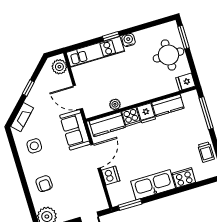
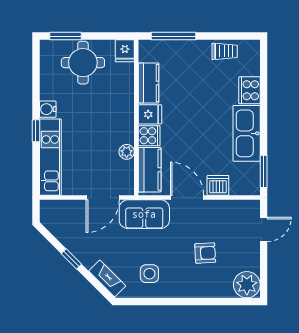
plant: (59, 67) -> (56, 210), removed
armchair: (44, 184) -> (205, 253), moved

